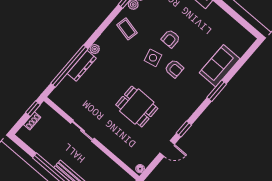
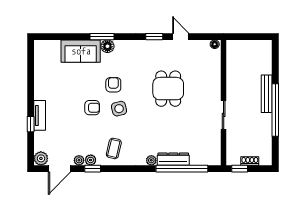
floor lamp: (206, 89) -> (107, 46), added

